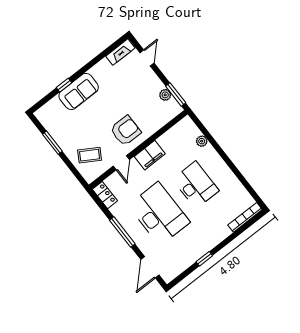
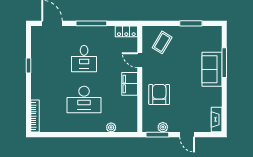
door: (147, 58) -> (187, 135), moved
window: (64, 85) -> (224, 63), width x2.17
armchair: (126, 131) -> (159, 95), moved, turned 180
desk: (159, 214) -> (84, 59), width x0.53, depth x0.77

